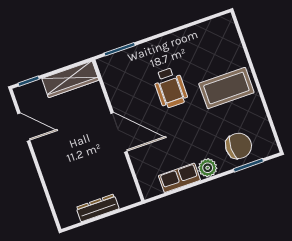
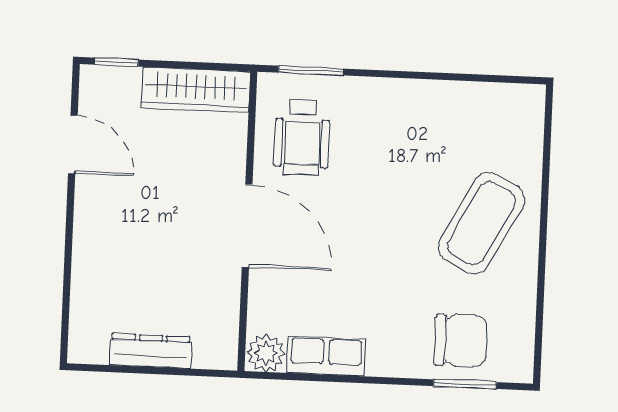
wheelchair: (170, 88) -> (302, 137), moved
coffee table: (226, 88) -> (481, 223), turned -62
plant: (208, 168) -> (266, 353), moved

